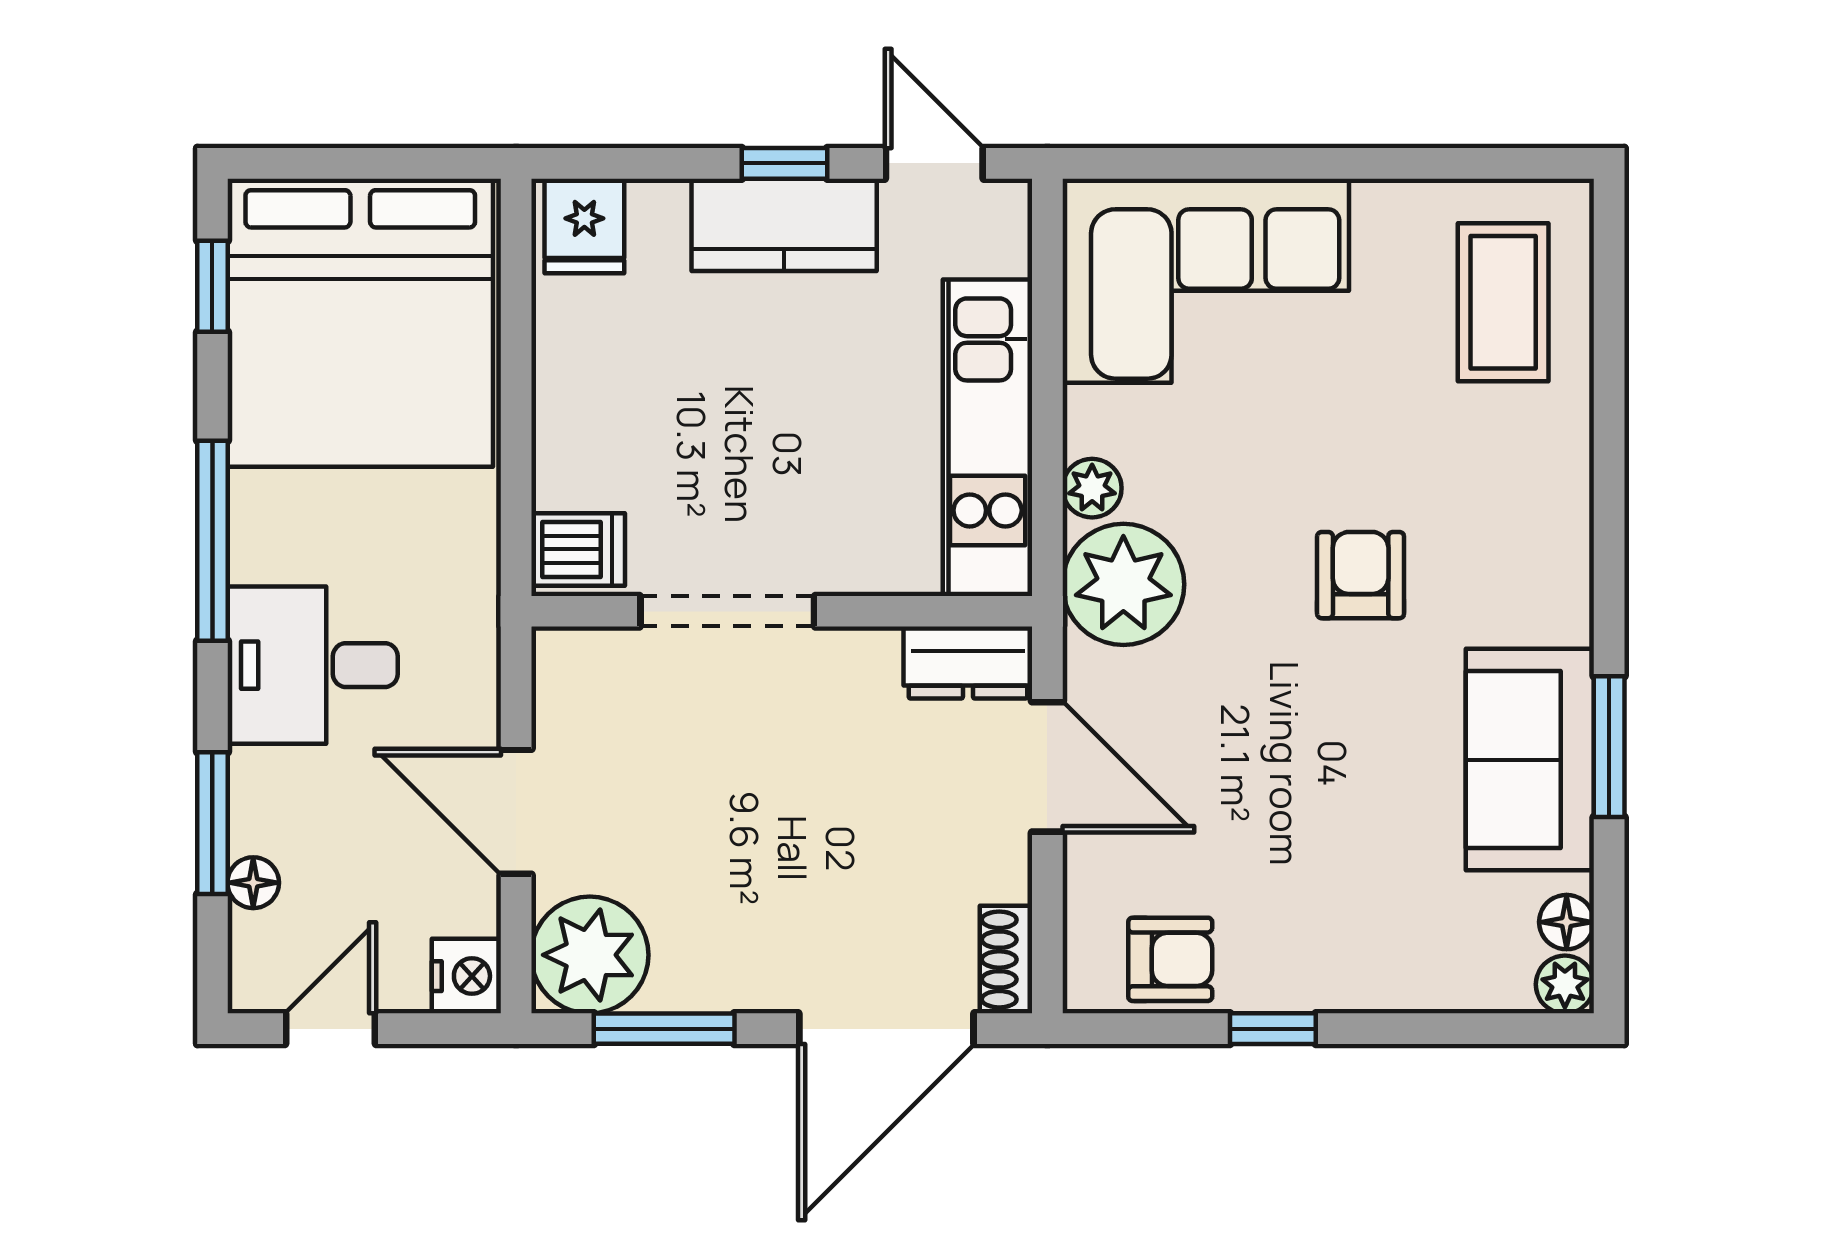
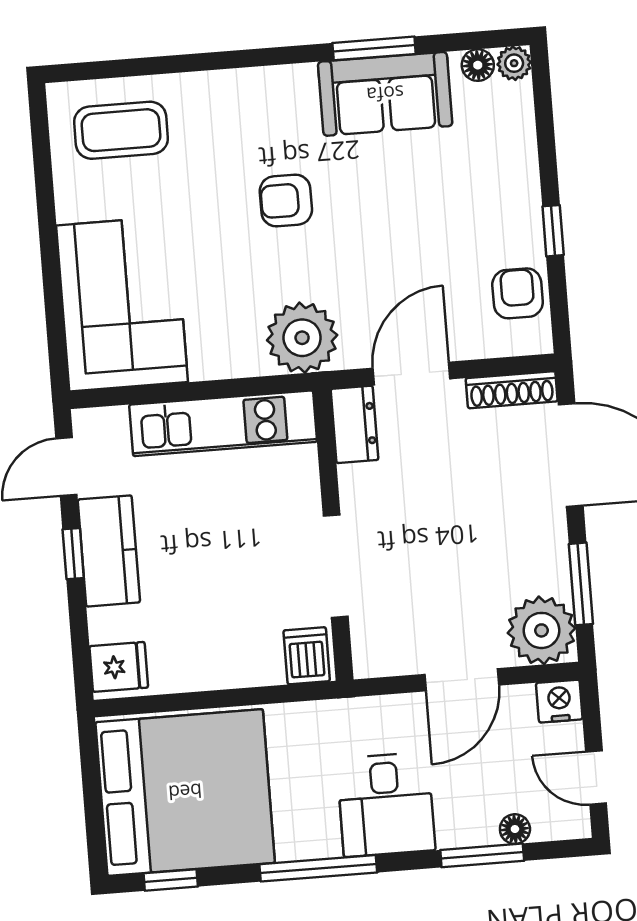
plant: (1092, 488) -> (248, 360), removed
shoe rack: (1006, 959) -> (512, 390), width x1.43

